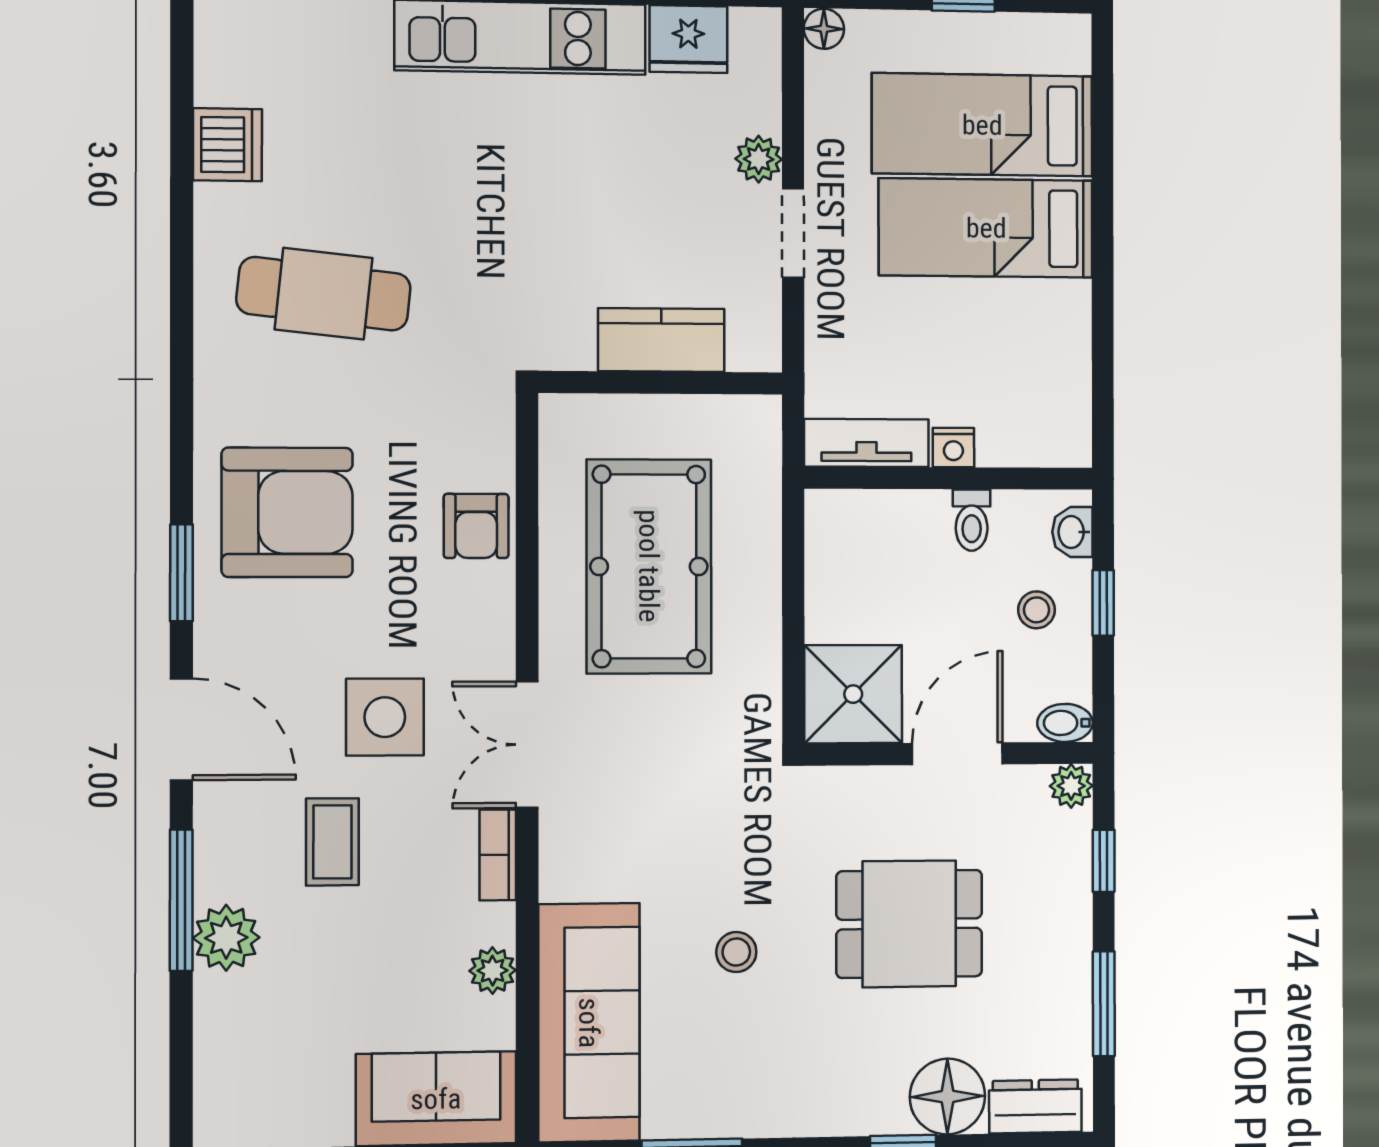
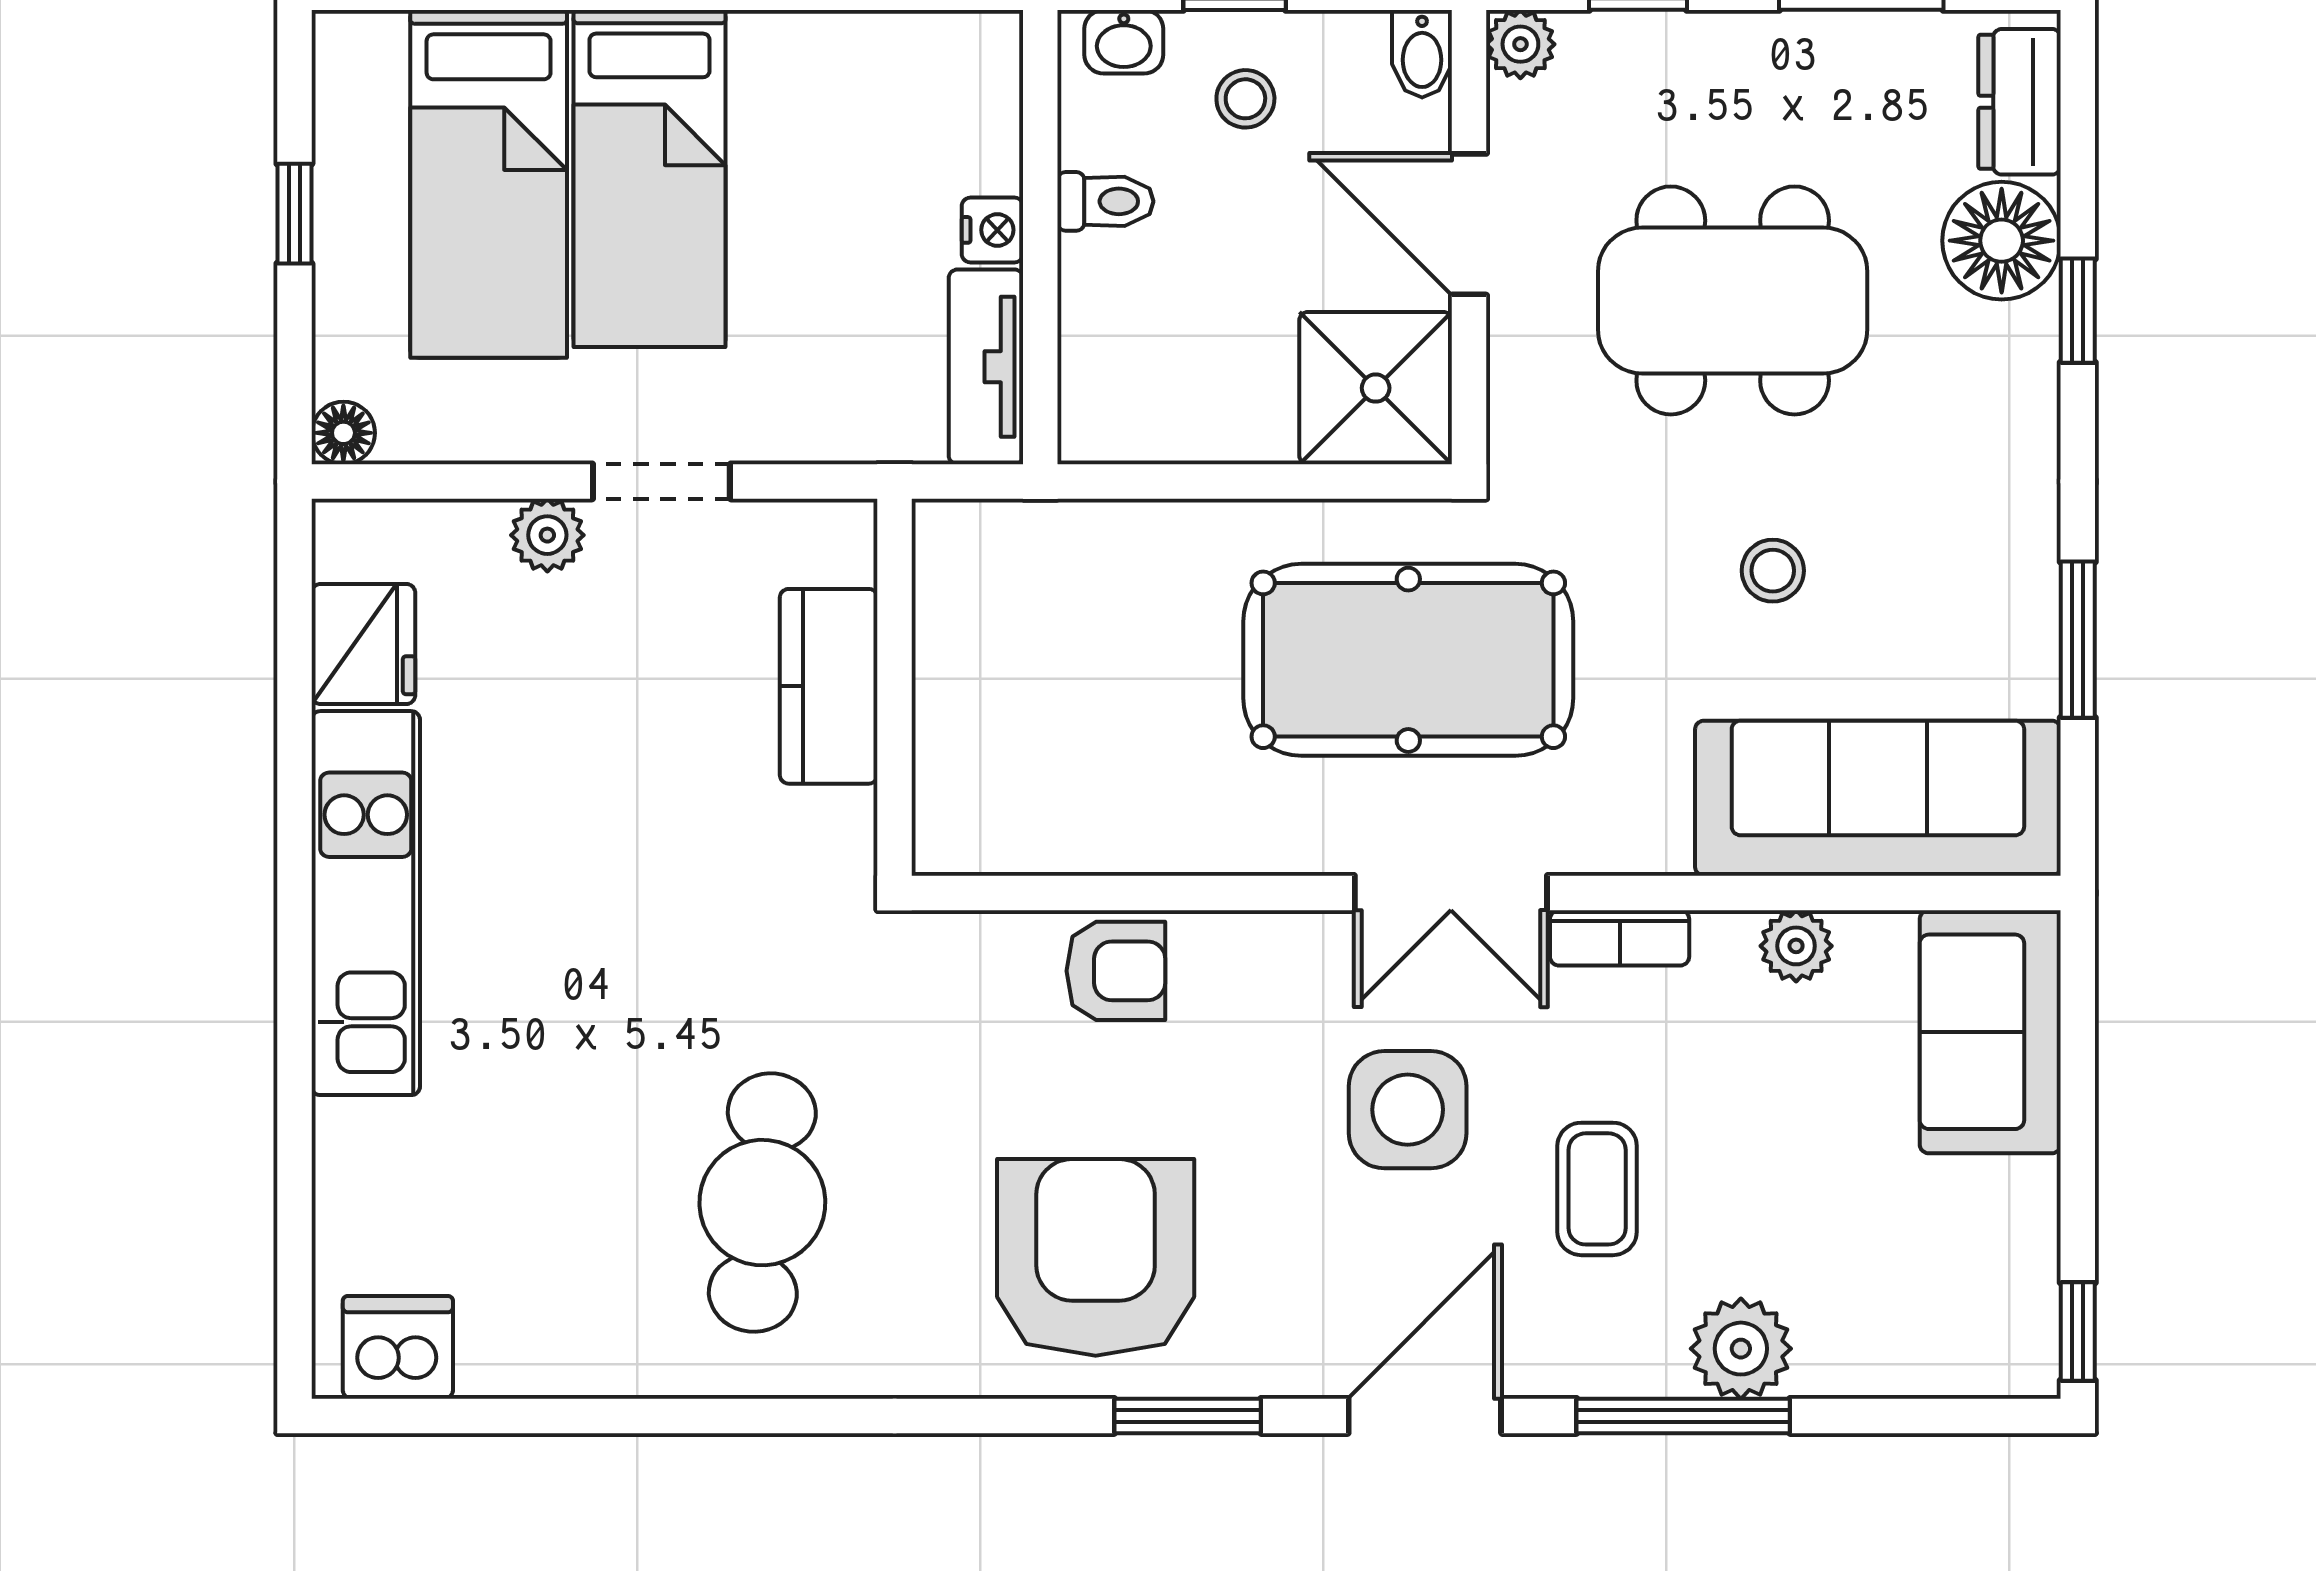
dishwasher: (228, 145) -> (398, 1347), moved
pool table: (649, 566) -> (1408, 660), moved
coffee table: (332, 842) -> (1597, 1189), turned 90
dining table: (909, 924) -> (1733, 300), width x1.38

